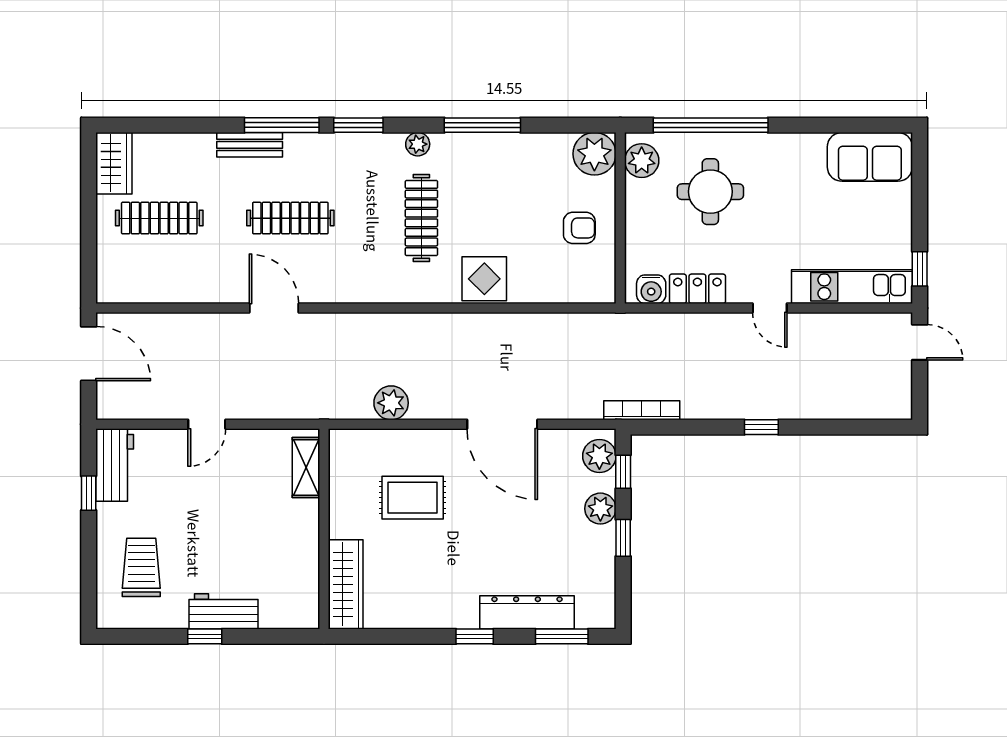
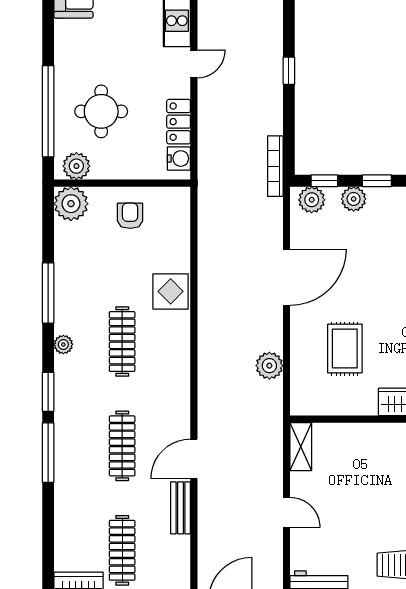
bench: (250, 145) -> (180, 508), moved
clothes rail: (421, 218) -> (122, 341), turned 90
shelving: (306, 467) -> (301, 447), moved, turned 90

